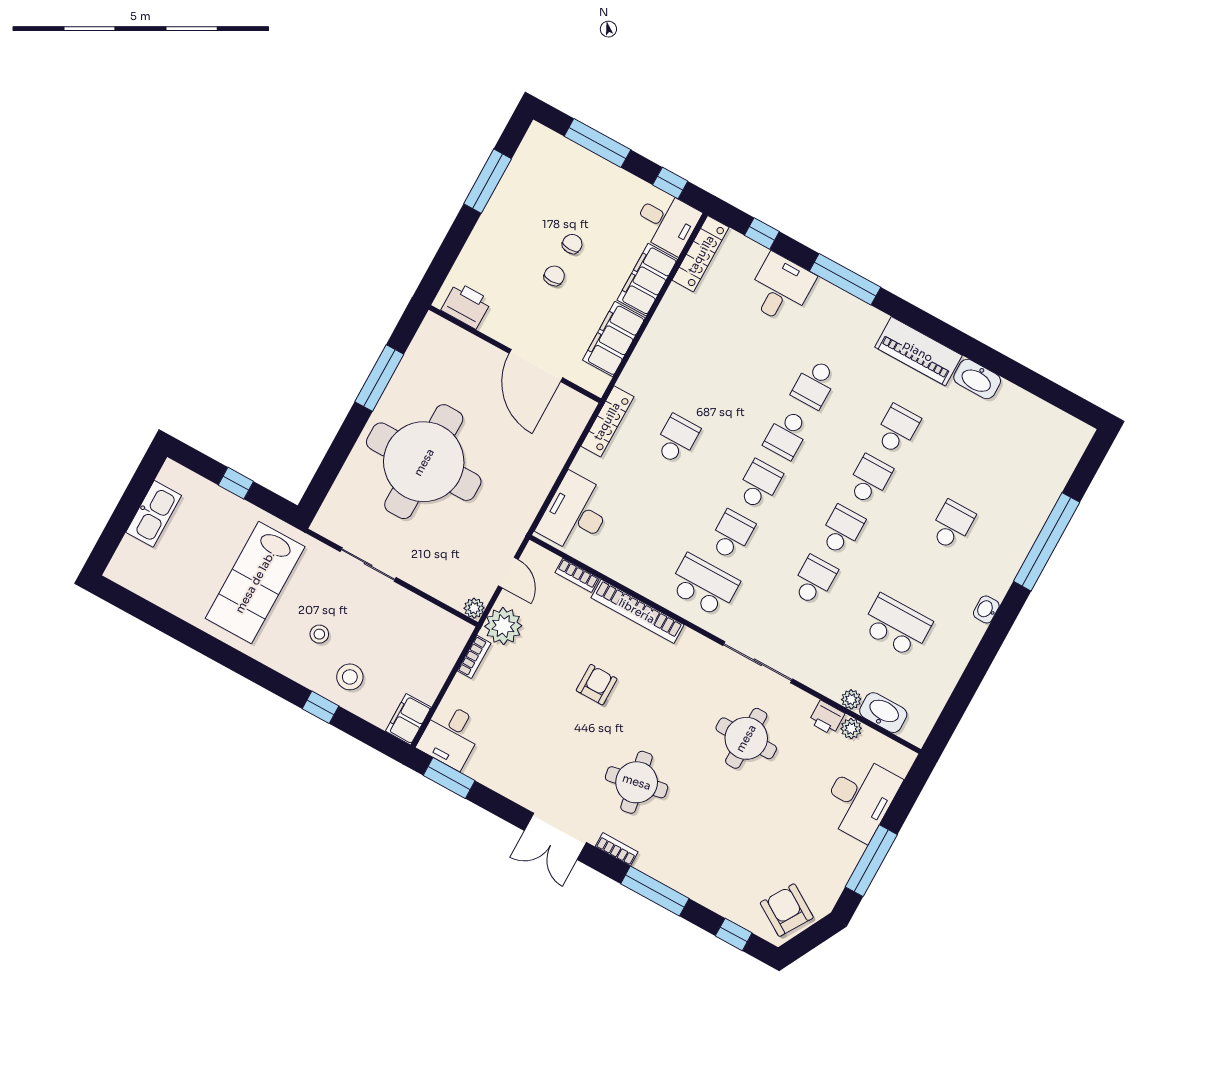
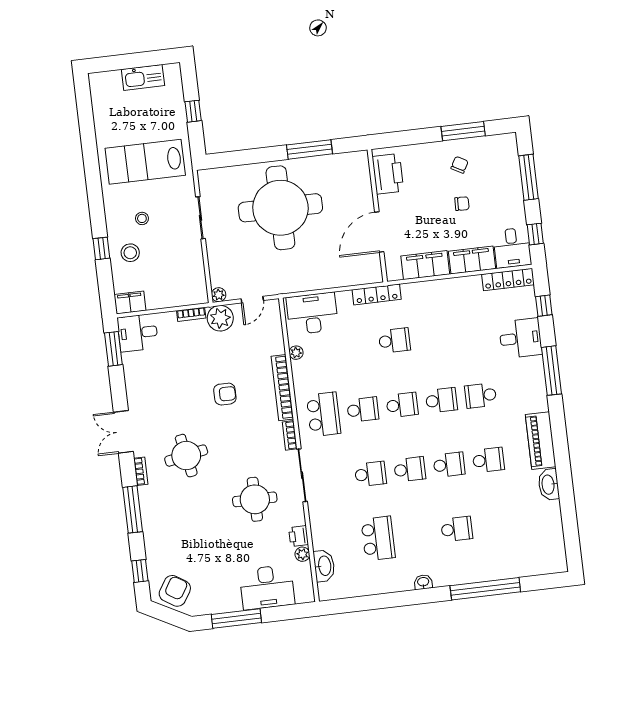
chair: (554, 276) -> (460, 165), moved, turned -61
printer: (466, 305) -> (388, 174), width x1.37, depth x1.19
school desk: (787, 434) -> (441, 400), turned 180
bookcase: (577, 575) -> (290, 435), moved
plant: (851, 699) -> (296, 353), moved

